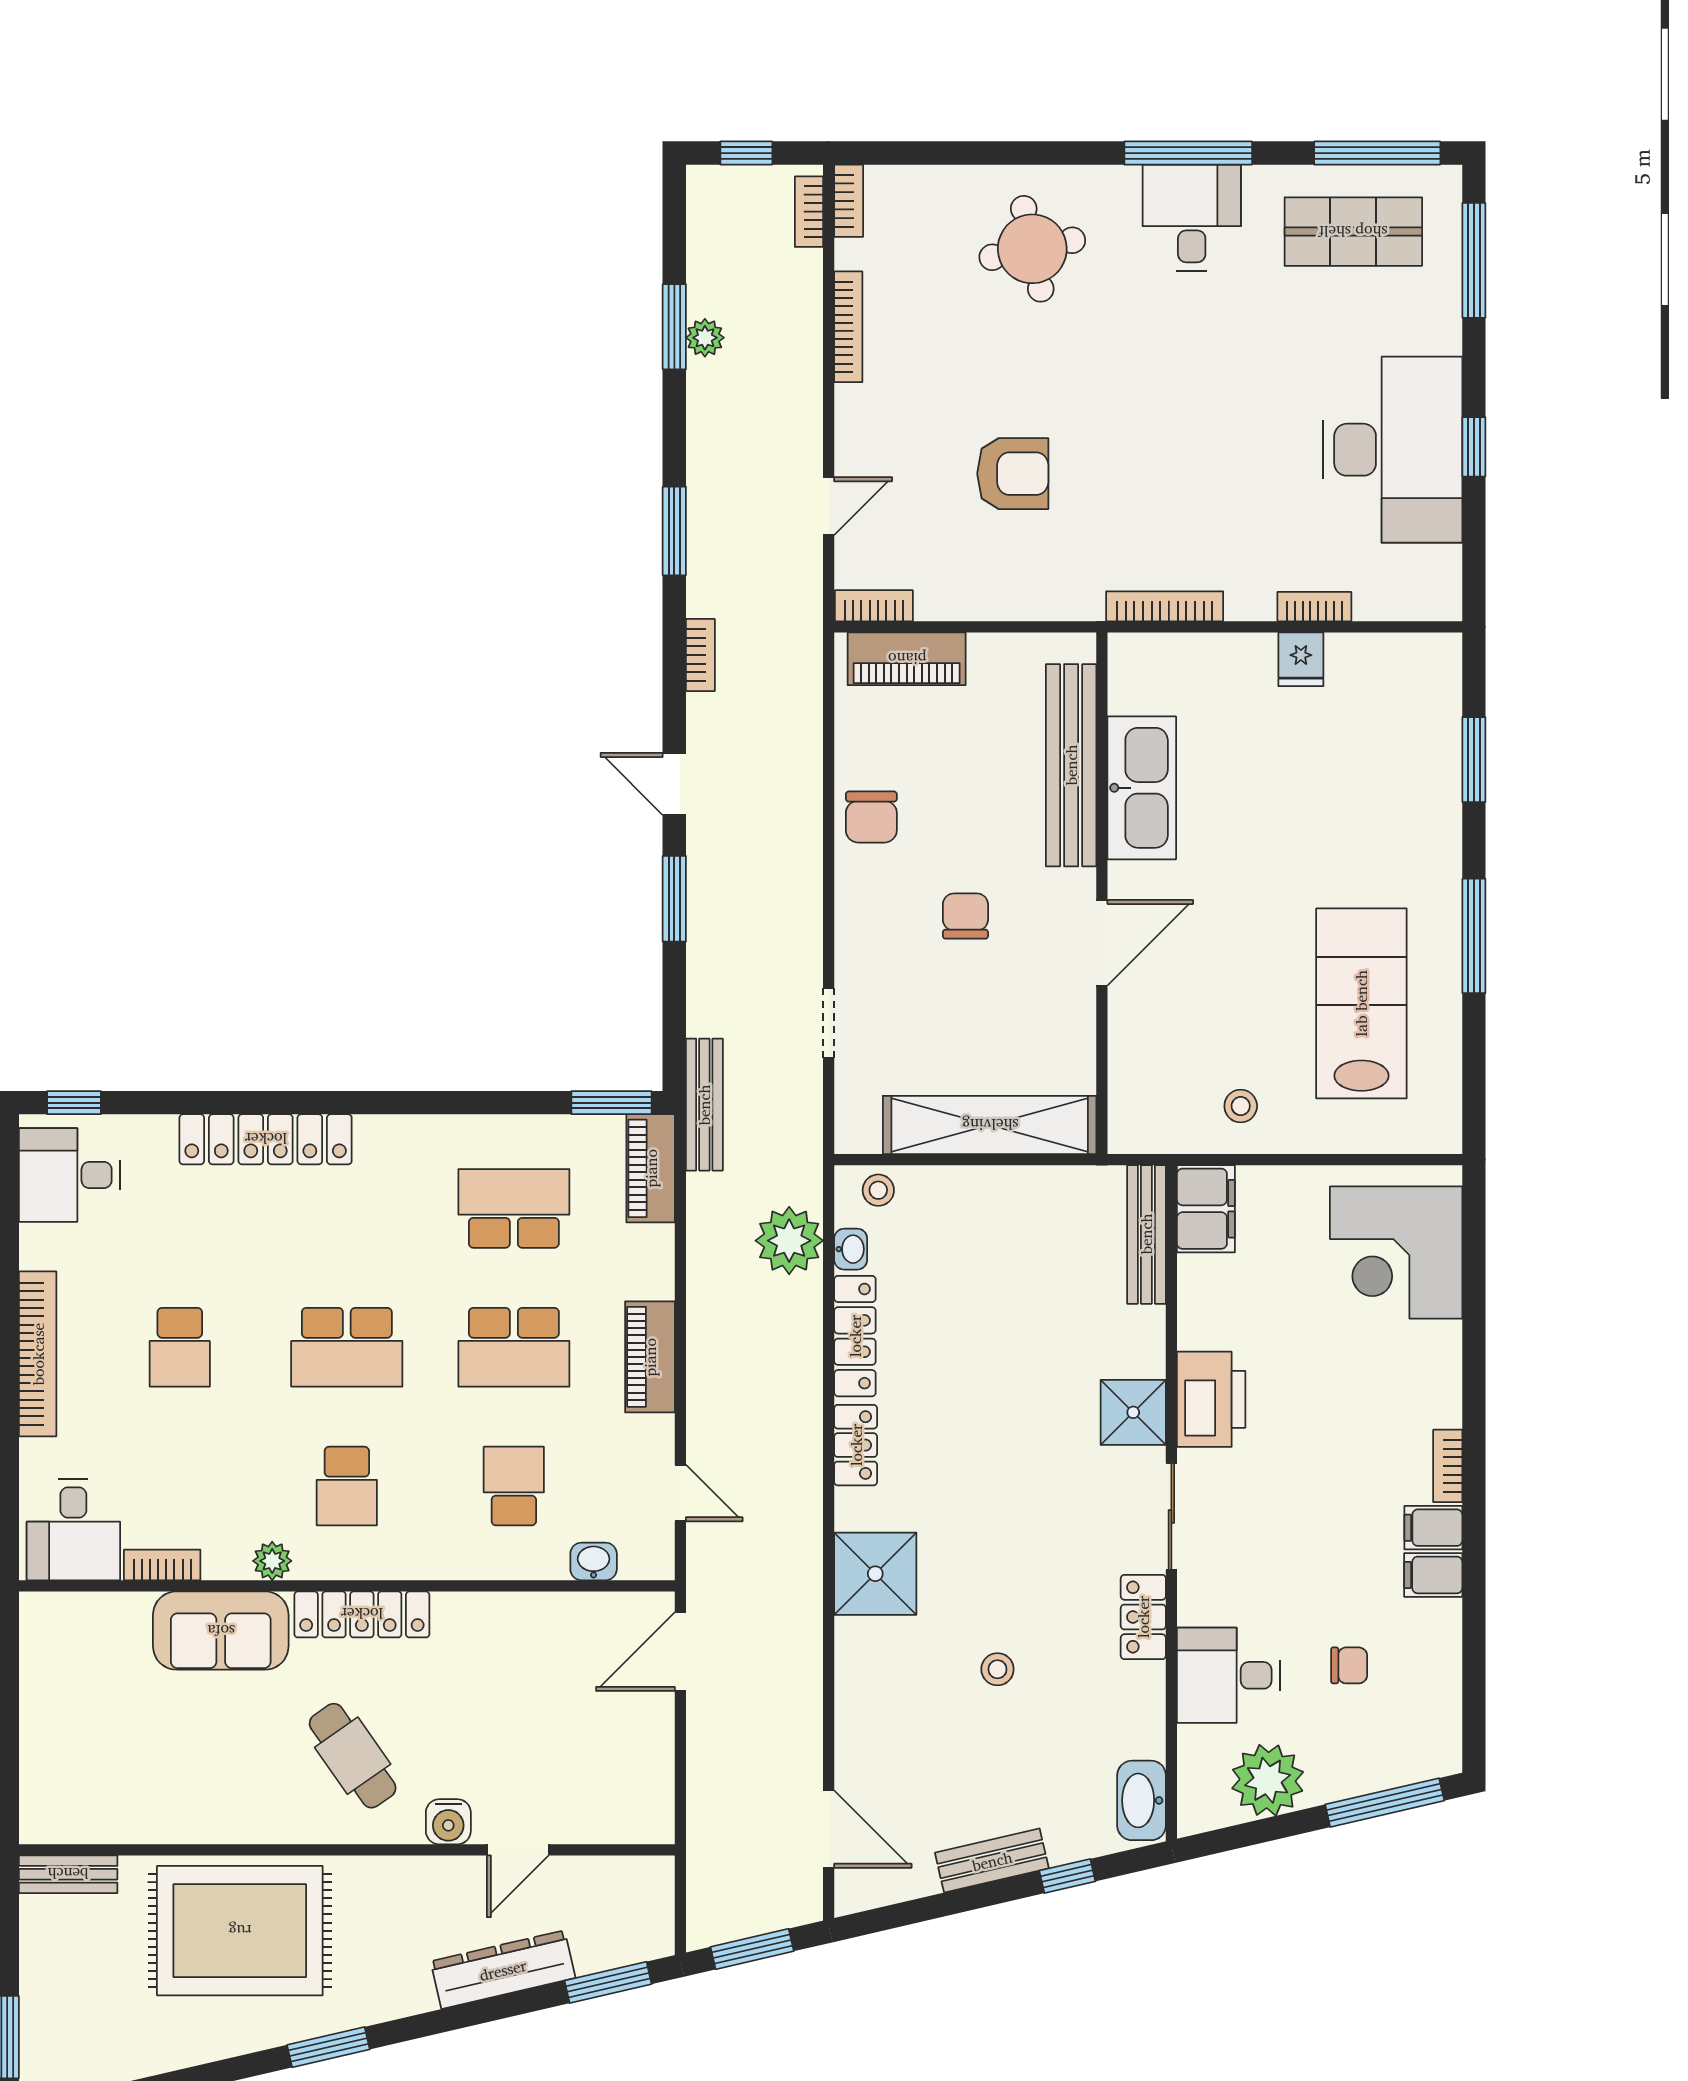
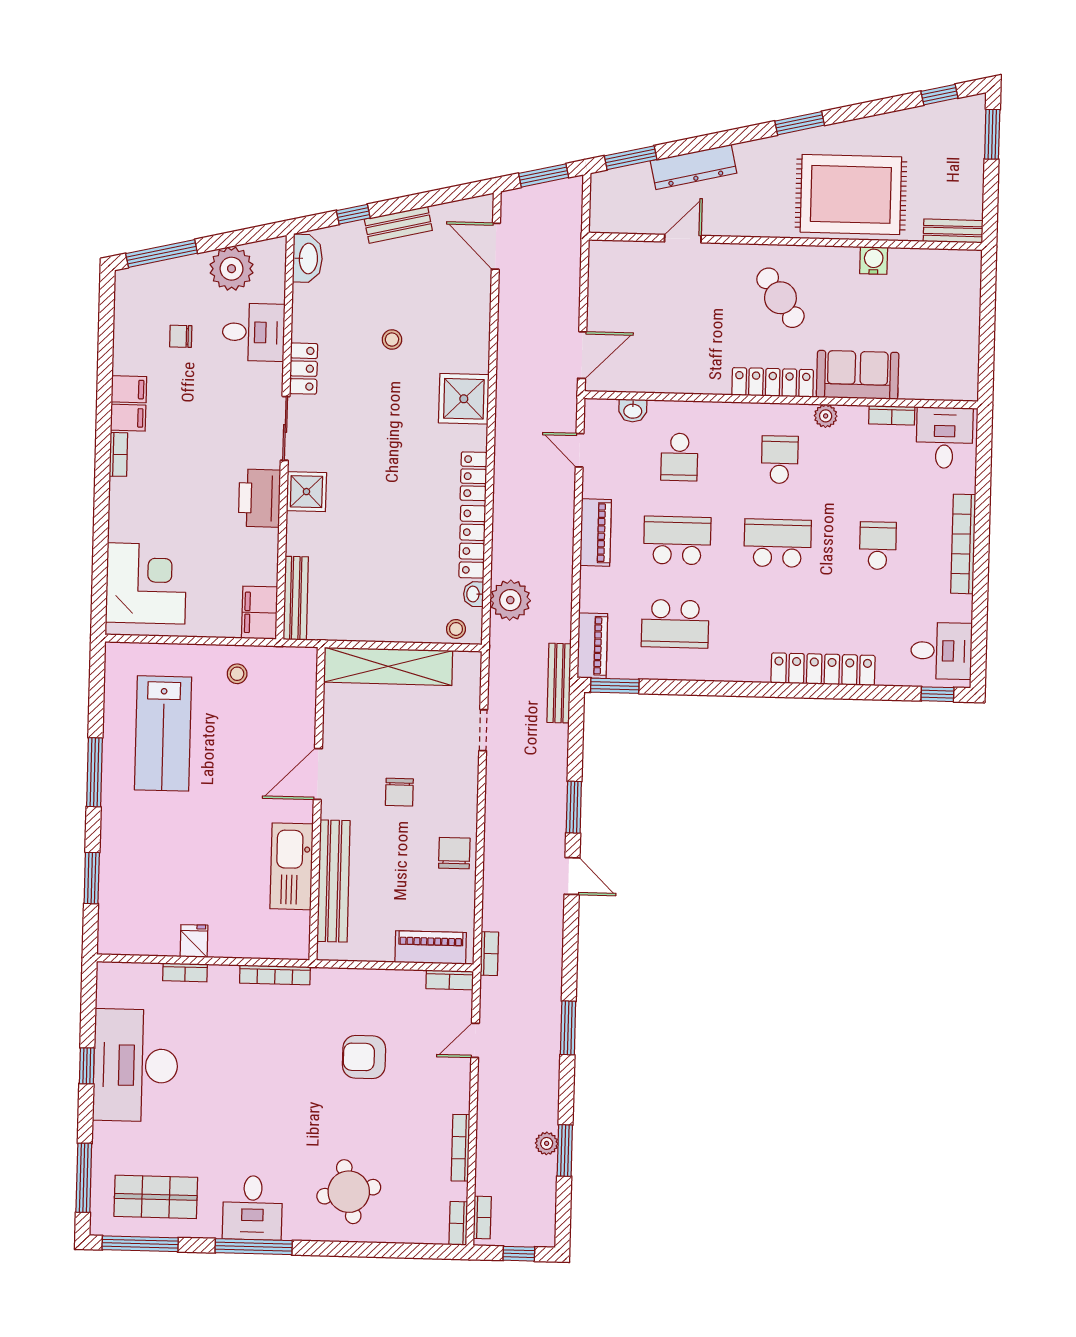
bookcase: (700, 655) -> (489, 954), moved, turned 180
water cooler: (448, 1822) -> (874, 260), moved

